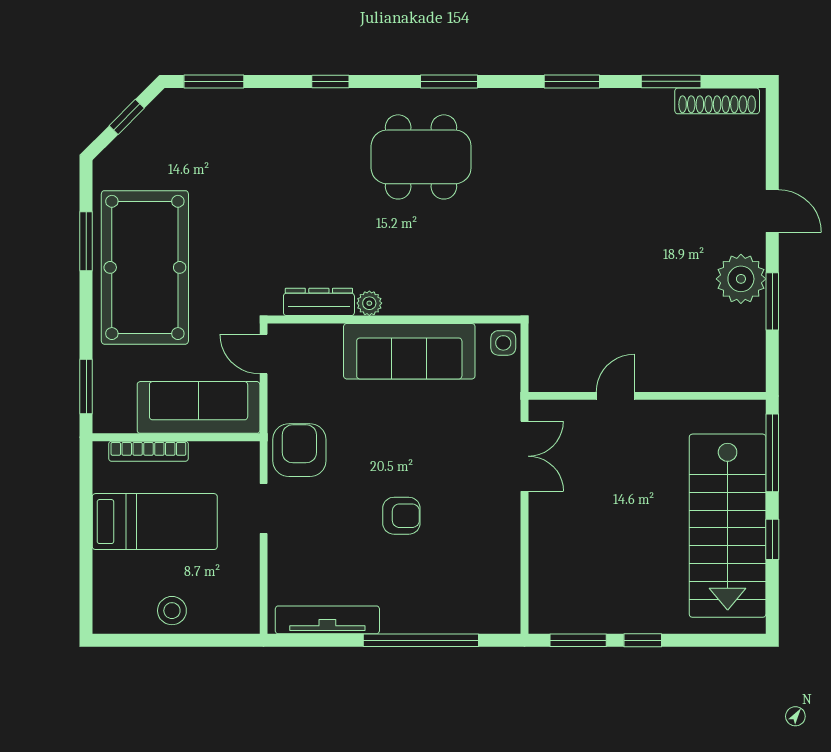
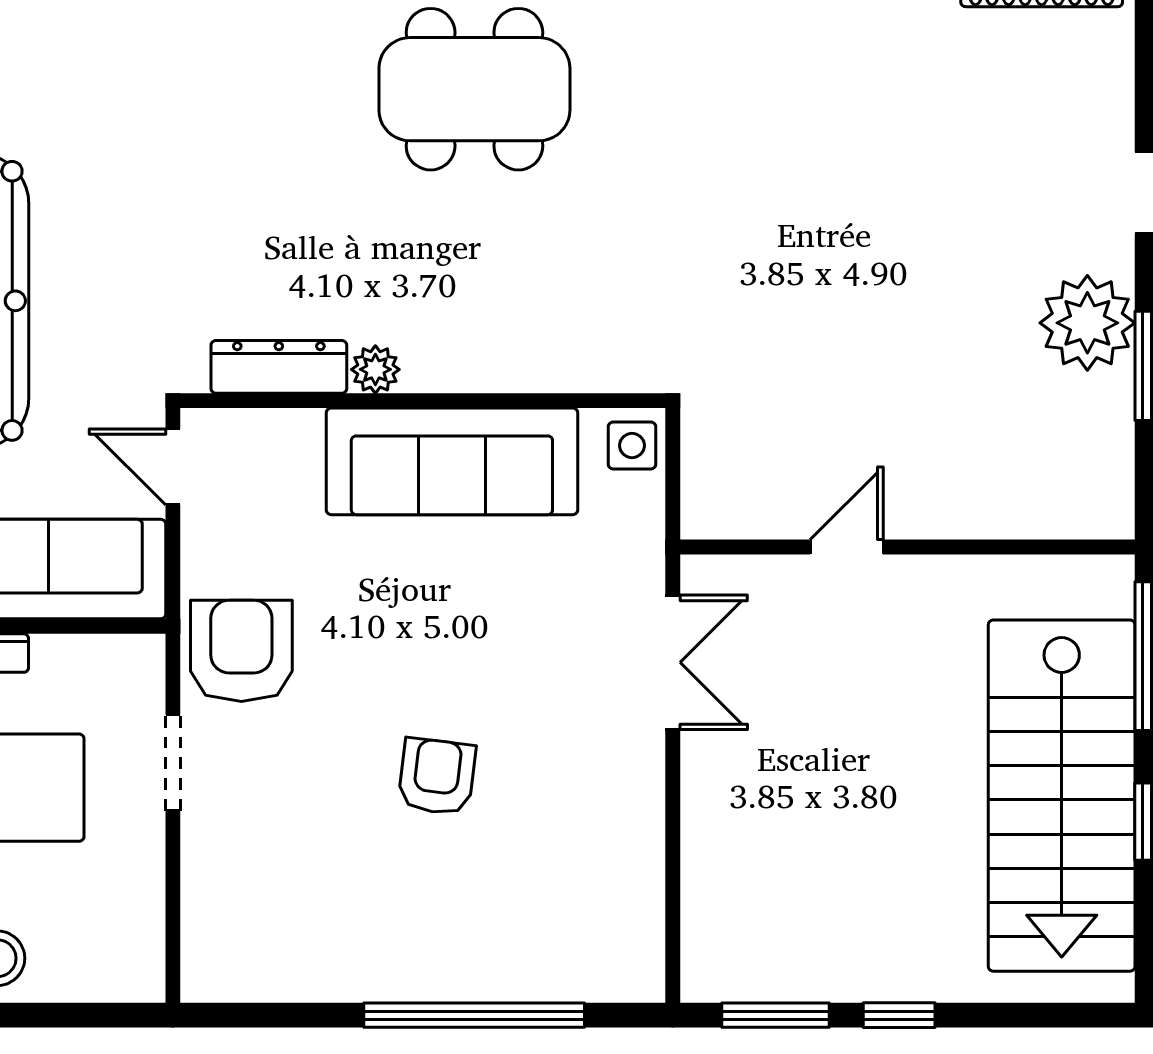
armchair: (401, 516) -> (437, 776), turned -83
tv unit: (327, 620) -> (295, 976), removed

